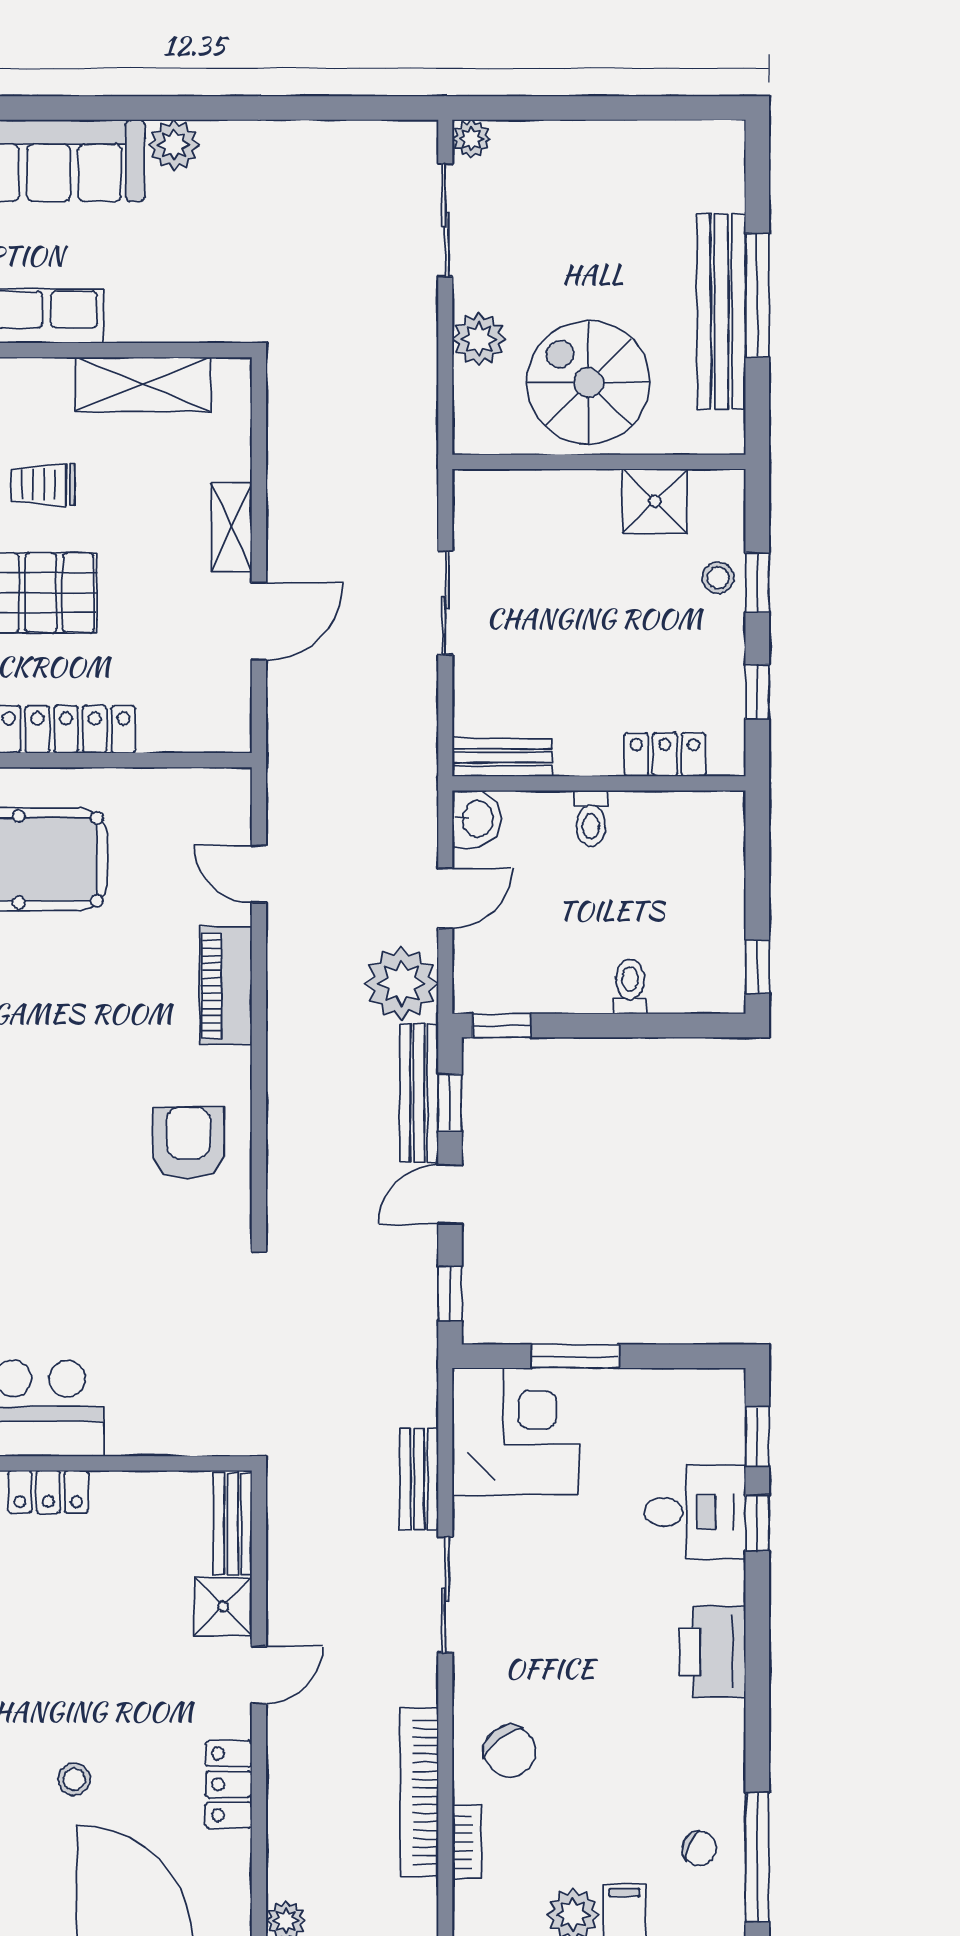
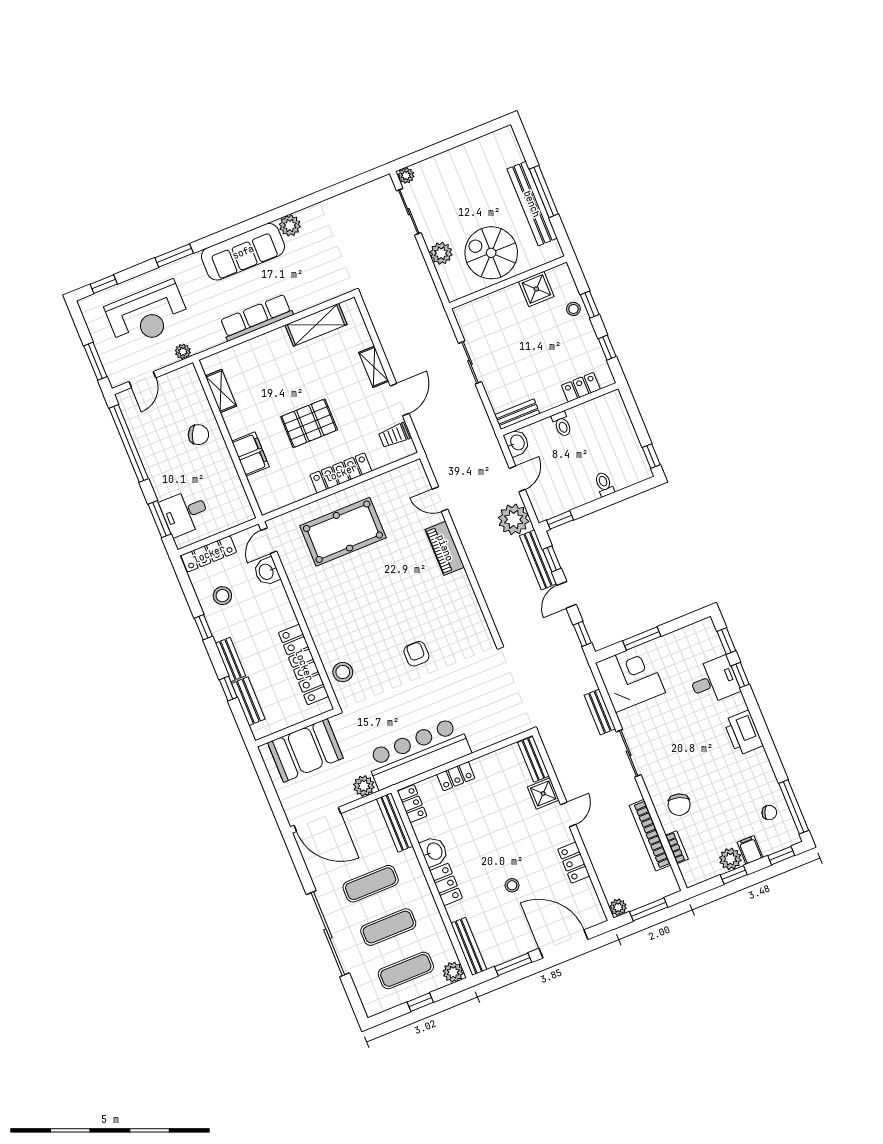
trolley: (43, 485) -> (394, 435), moved
armchair: (188, 1143) -> (416, 654), moved, width x0.72, depth x0.72
chair: (510, 1751) -> (679, 805), turned 56

